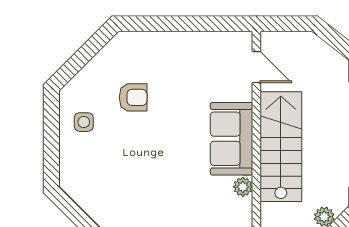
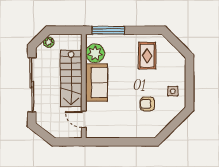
plant: (243, 187) -> (95, 53), width x1.87, depth x1.87
rug: (134, 191) -> (147, 56), added

